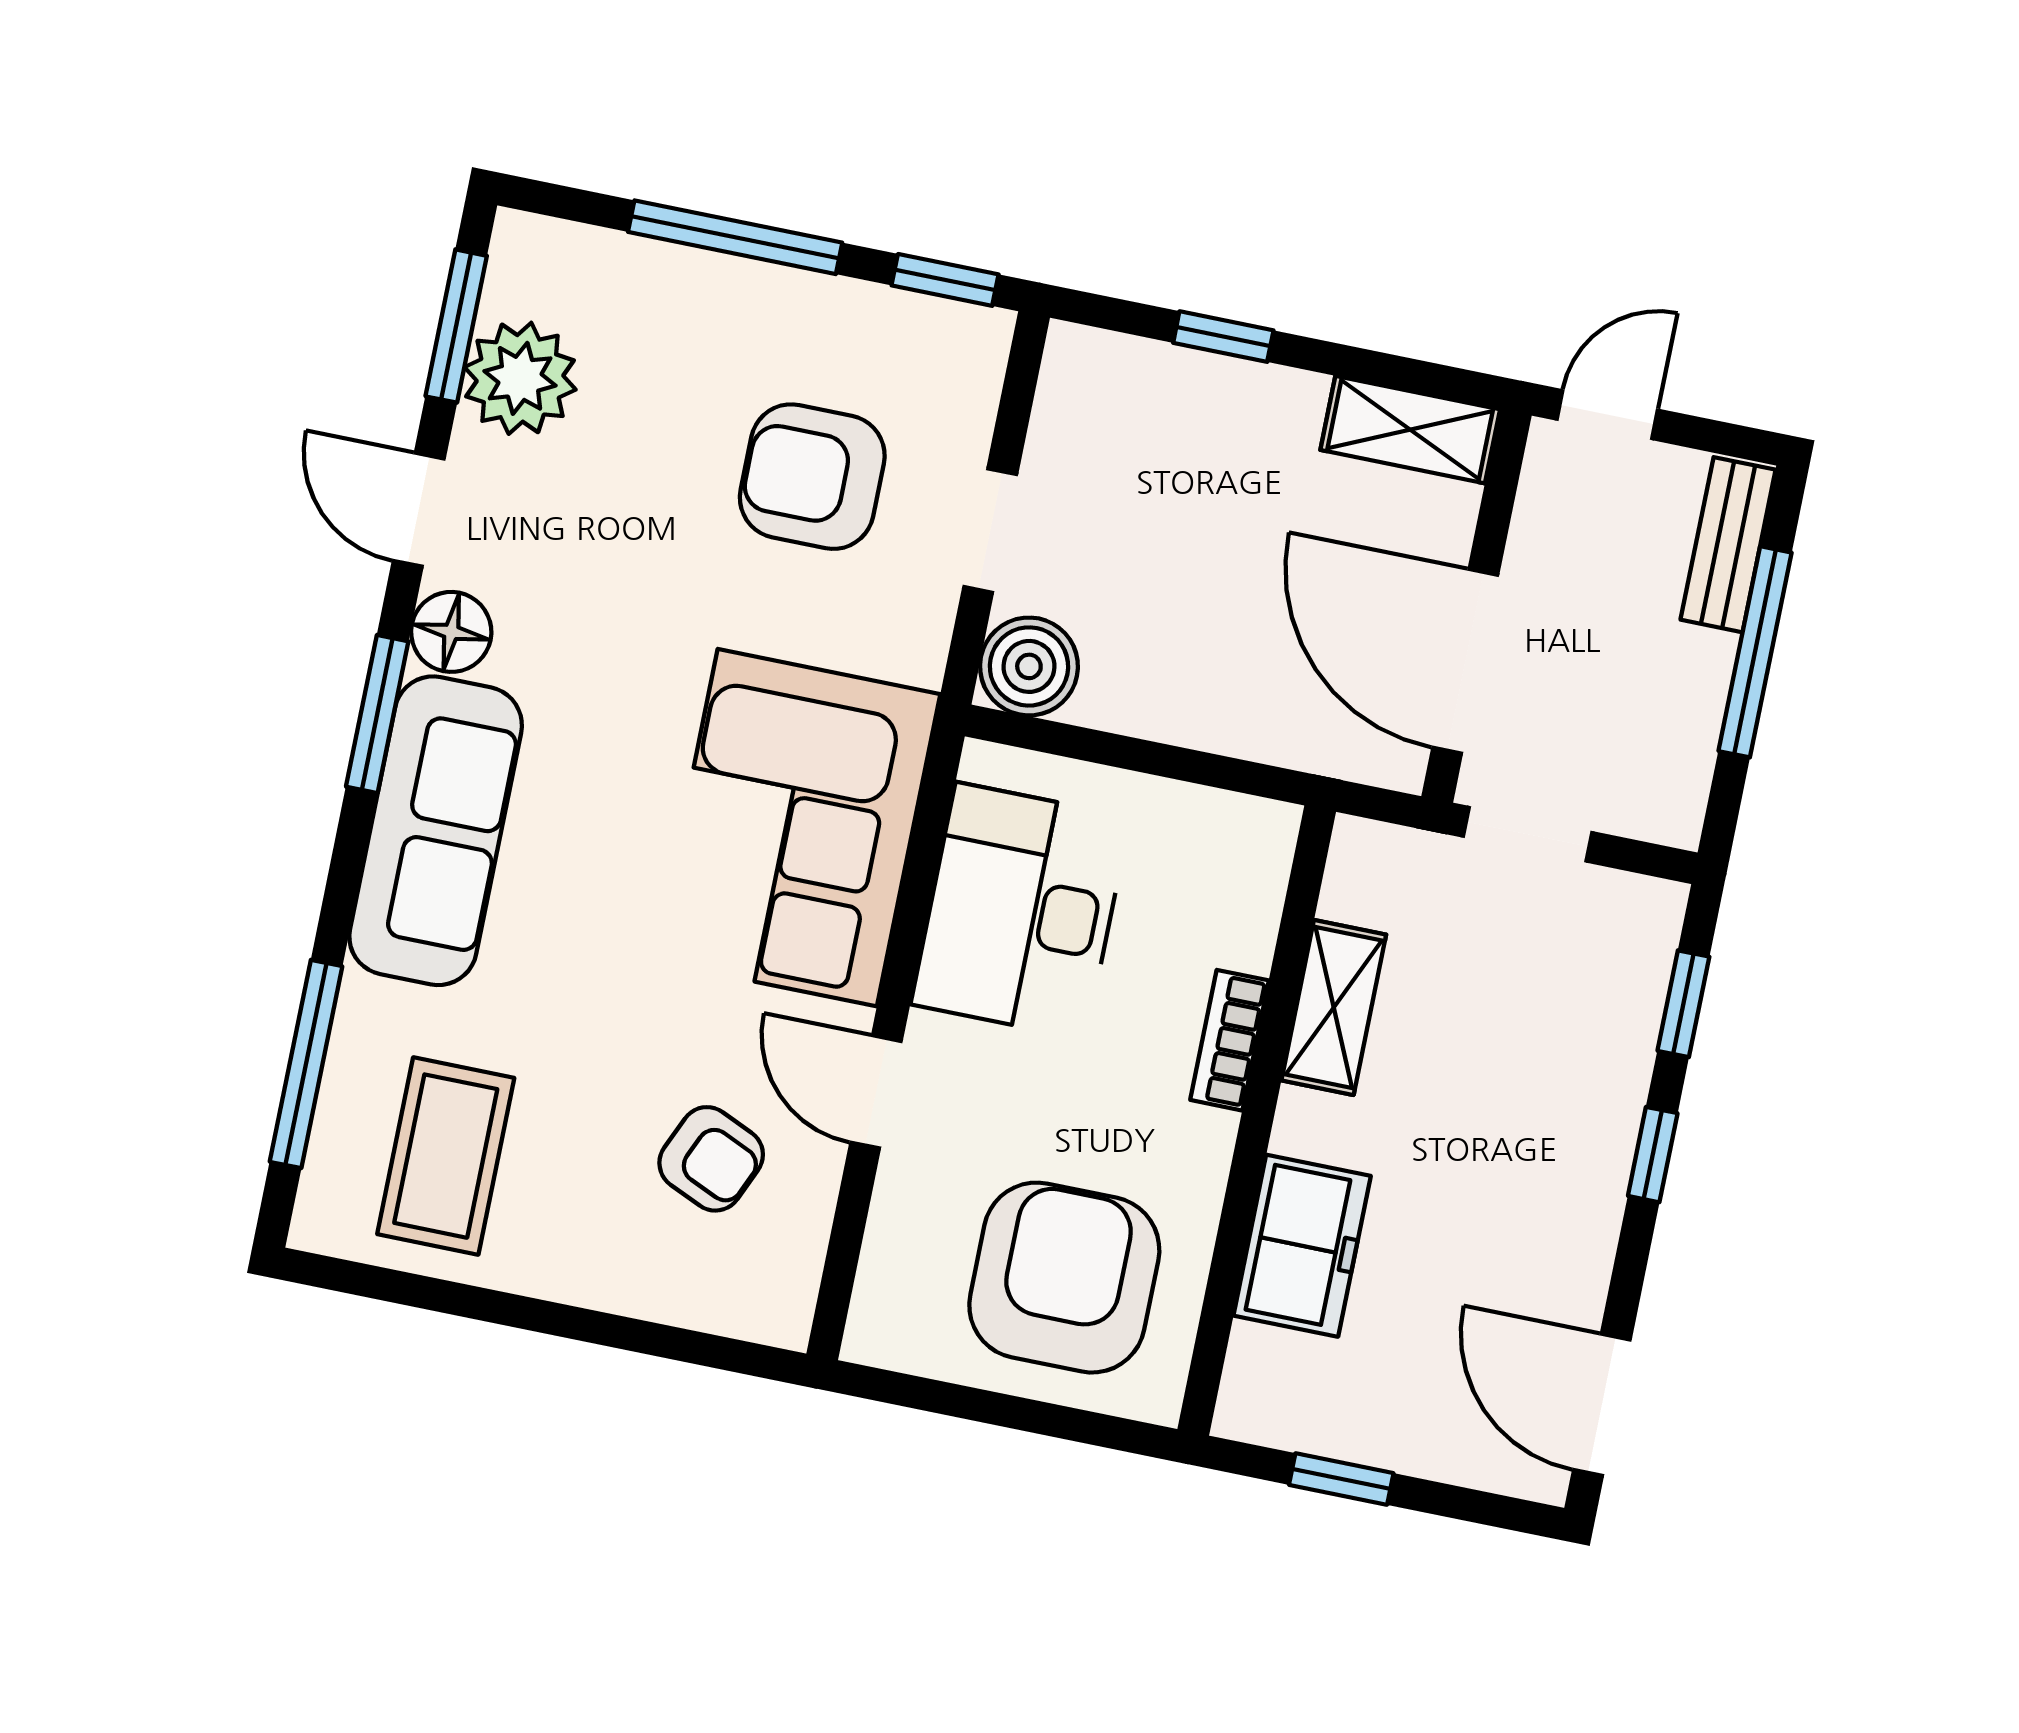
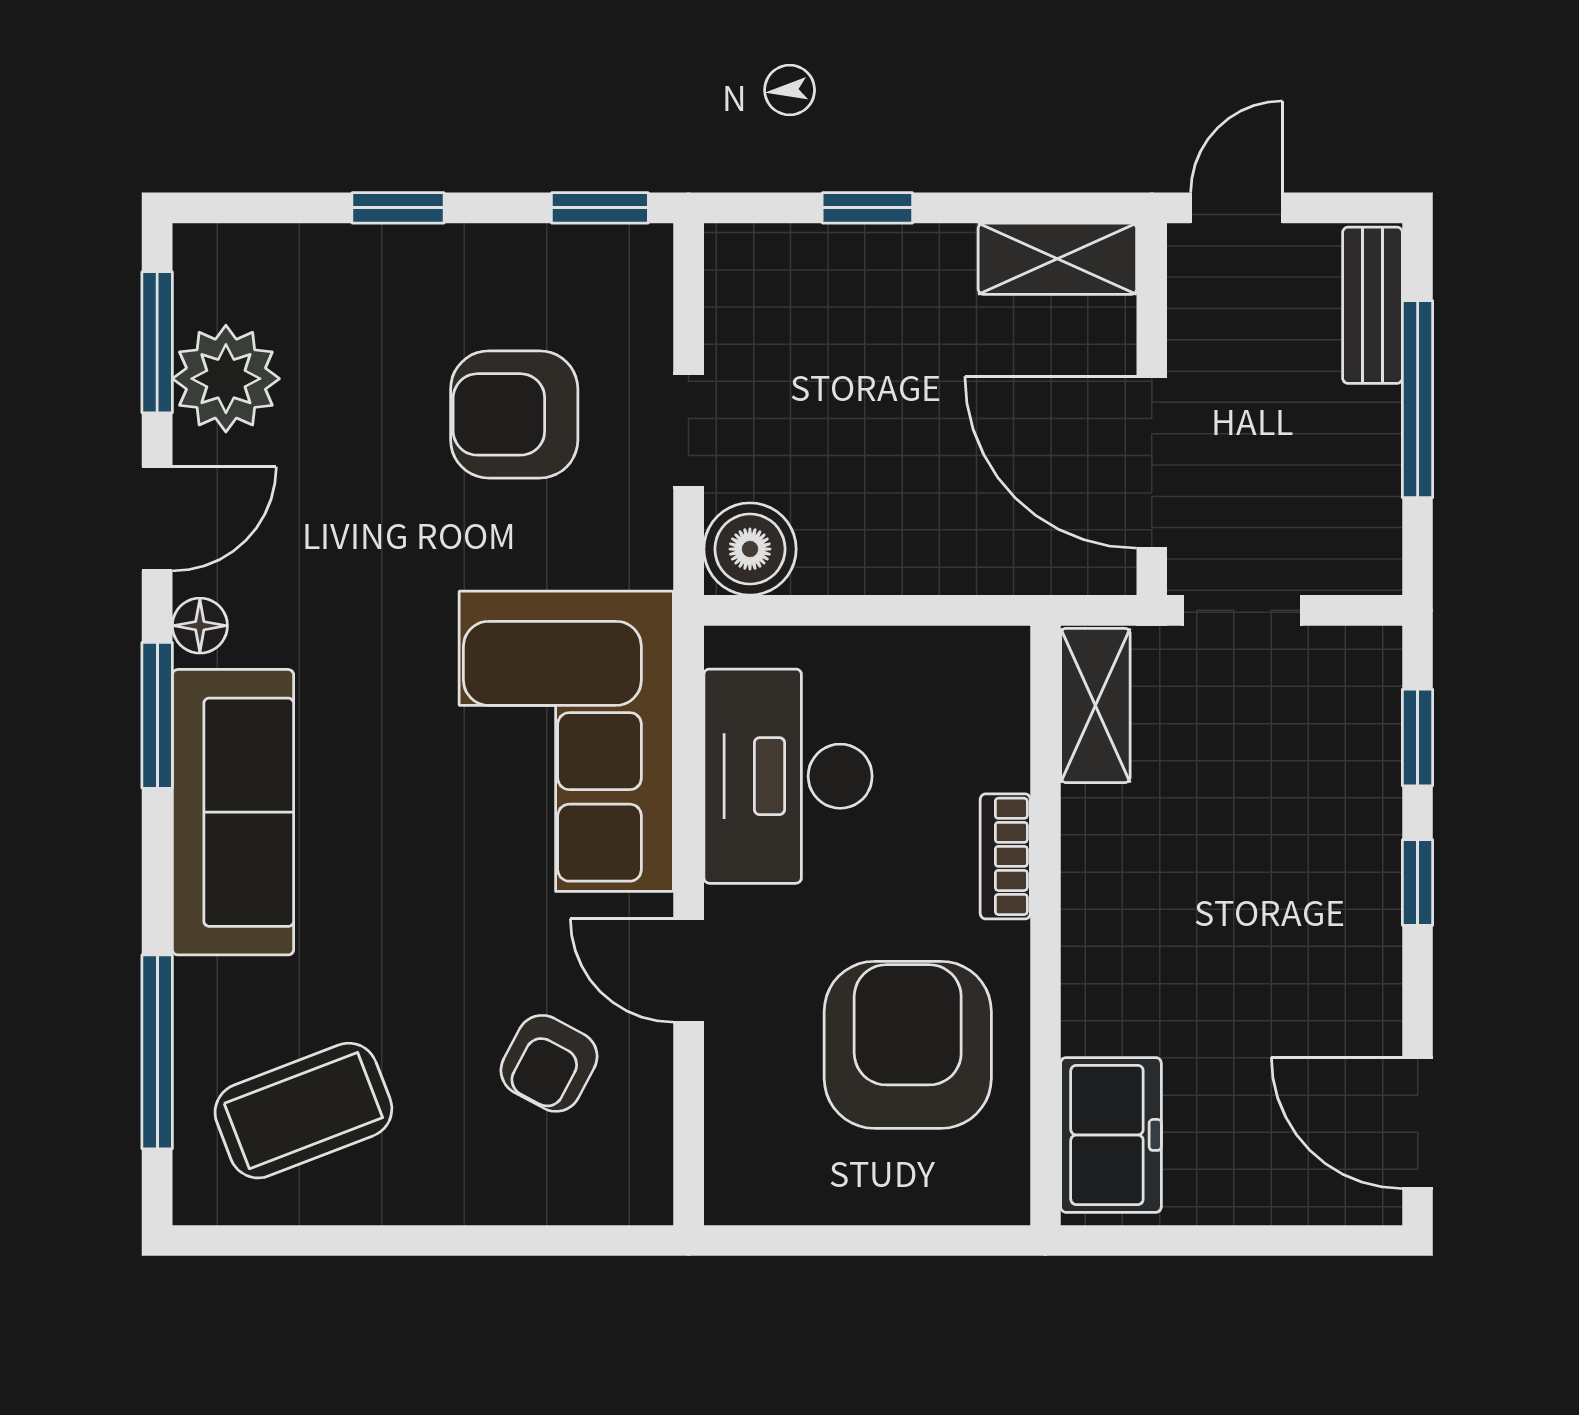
window: (735, 237) -> (398, 208), width x0.46
door: (419, 510) -> (157, 519), swing flipped
floor lamp: (451, 632) -> (200, 626), width x0.73, depth x0.73
shelving: (1334, 1007) -> (1095, 705), moved
coffee table: (446, 1156) -> (303, 1111), turned 69
armchair: (711, 1159) -> (549, 1063), turned 94
freezer: (1302, 1246) -> (1111, 1135), moved
armchair: (1064, 1278) -> (908, 1045), moved
window: (1341, 1479) -> (1191, 1241), removed

